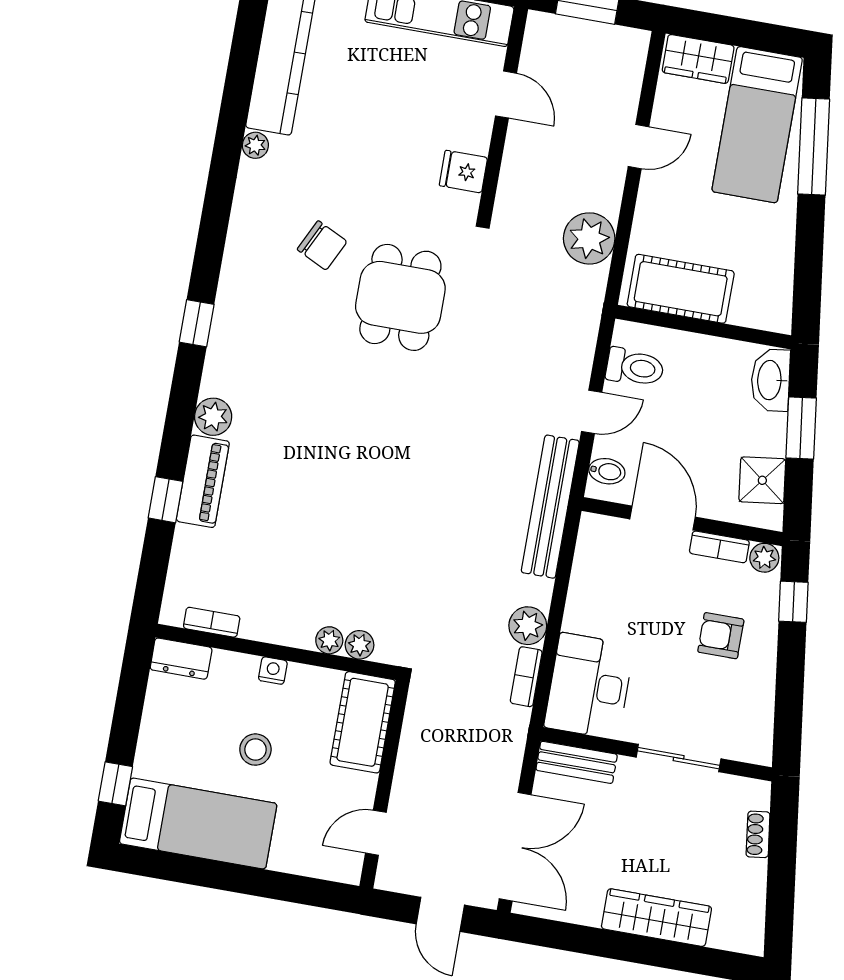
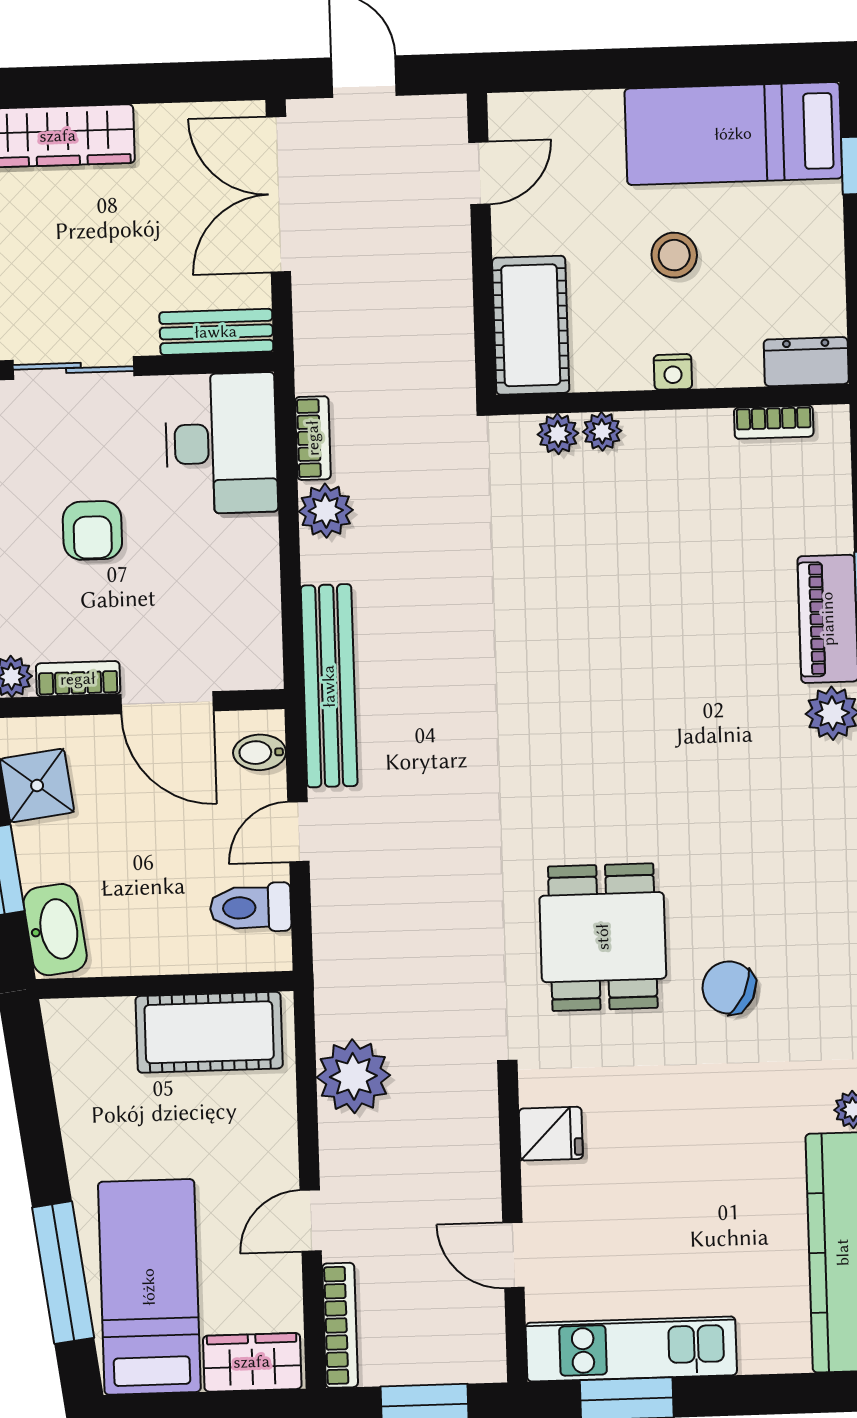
bookcase: (633, 72) -> (340, 1325), added
armchair: (721, 636) -> (92, 530), moved, turned 90

